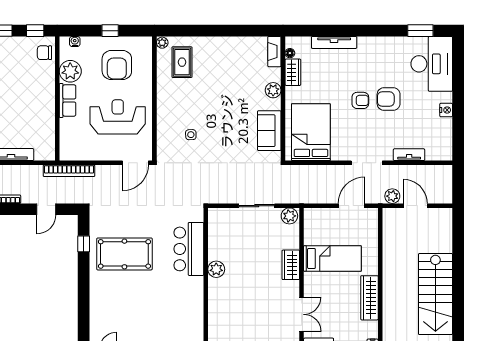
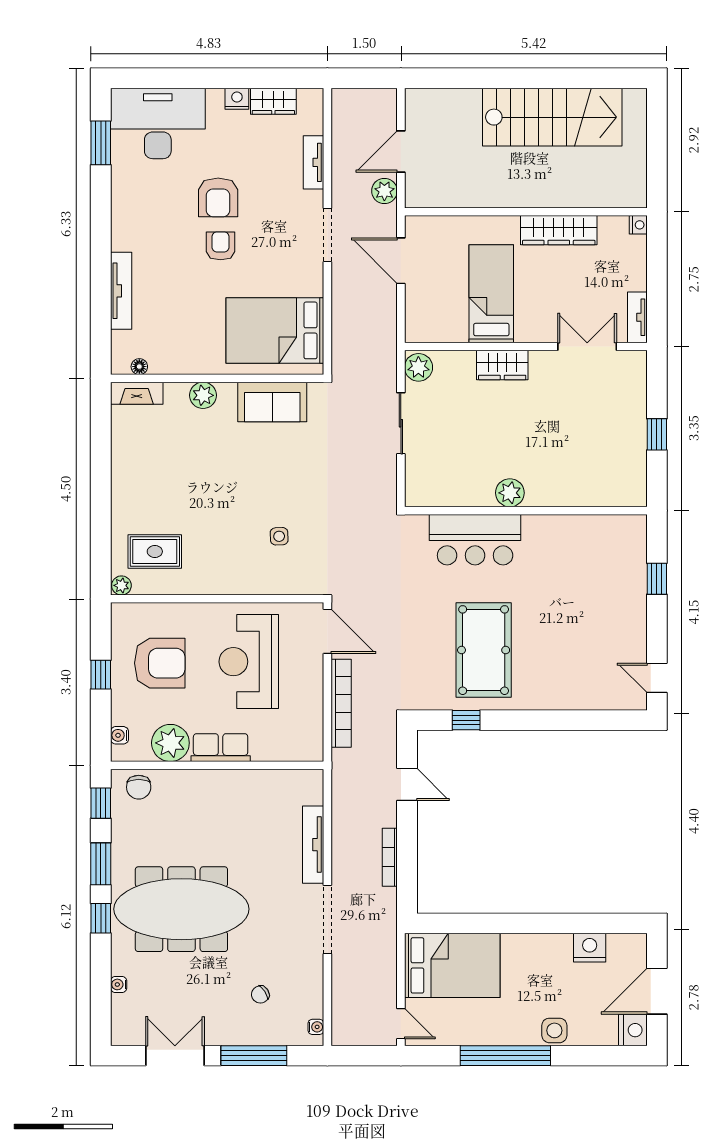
wardrobe: (293, 72) -> (273, 101), moved, turned 180
bookcase: (69, 171) -> (341, 703), moved

